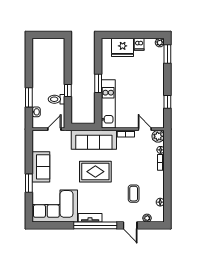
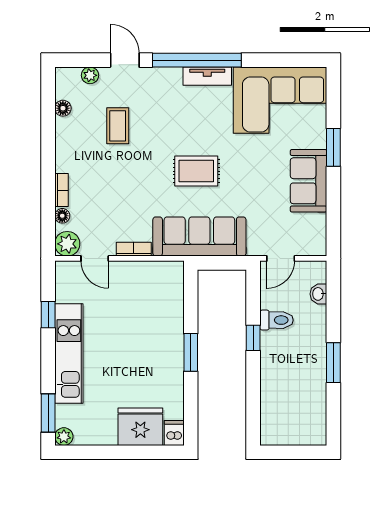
dishwasher: (139, 44) -> (174, 433), moved
window: (29, 97) -> (333, 363), moved
kitchen unit: (108, 104) -> (69, 353), moved, turned 180
rug: (95, 172) -> (196, 171), width x0.73, depth x0.70

